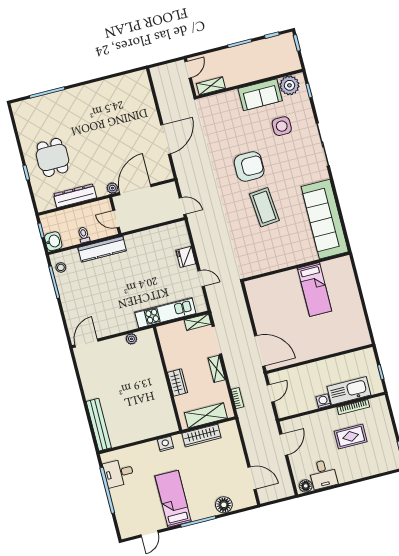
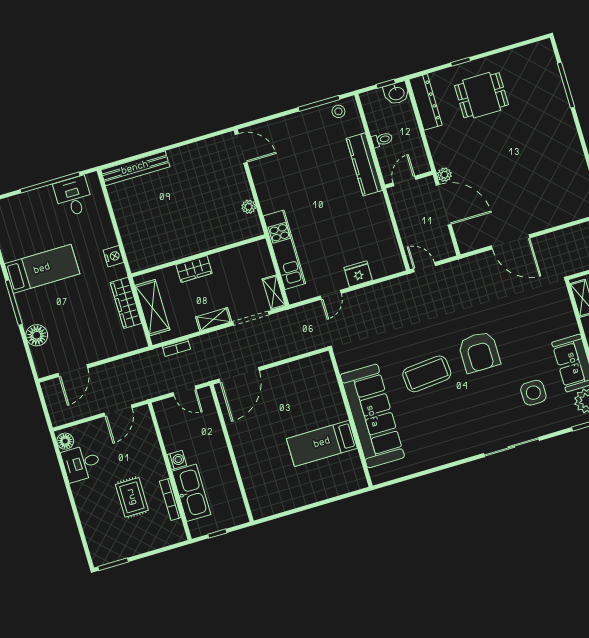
dresser: (75, 196) -> (425, 102), moved
door: (183, 206) -> (424, 267), swing flipped
sofa: (325, 219) -> (372, 416), moved, turned 90
washbasin: (53, 241) -> (396, 93), moved
door: (284, 445) -> (118, 410), hinge flipped

